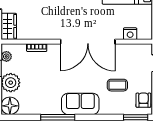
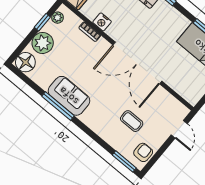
nightstand: (130, 34) -> (102, 22), moved
sofa: (80, 104) -> (69, 96), moved

